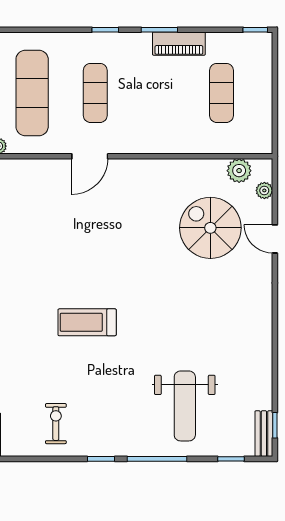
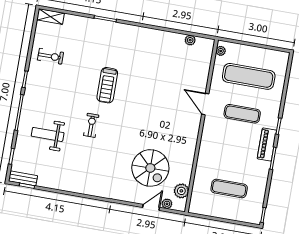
piano: (179, 44) -> (267, 144), moved
spiral stairs: (210, 228) -> (150, 168), turned 90
door: (275, 239) -> (151, 207), moved
treadmill: (87, 322) -> (107, 85), turned 180
exercise bike: (157, 337) -> (91, 125), added
weight bench: (185, 406) -> (48, 134), width x0.73, depth x0.75

